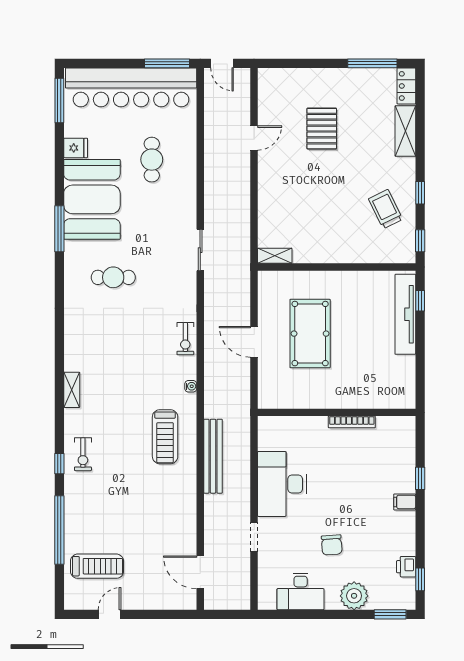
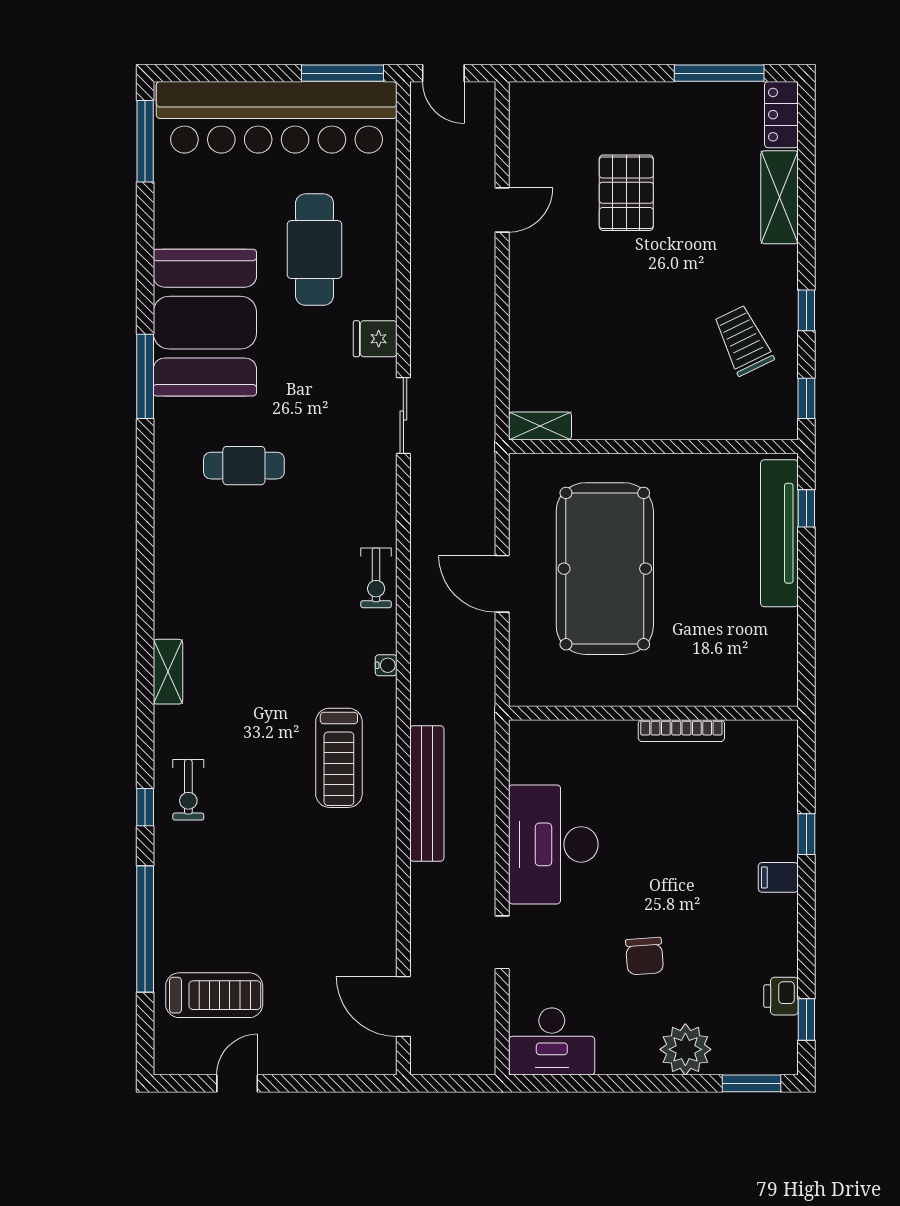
fridge: (76, 148) -> (375, 339), moved, turned 180
cafe table: (152, 160) -> (315, 250), width x1.37, depth x1.35
pool table: (310, 334) -> (605, 569), width x1.36, depth x1.32
desk: (301, 591) -> (552, 1041), moved

